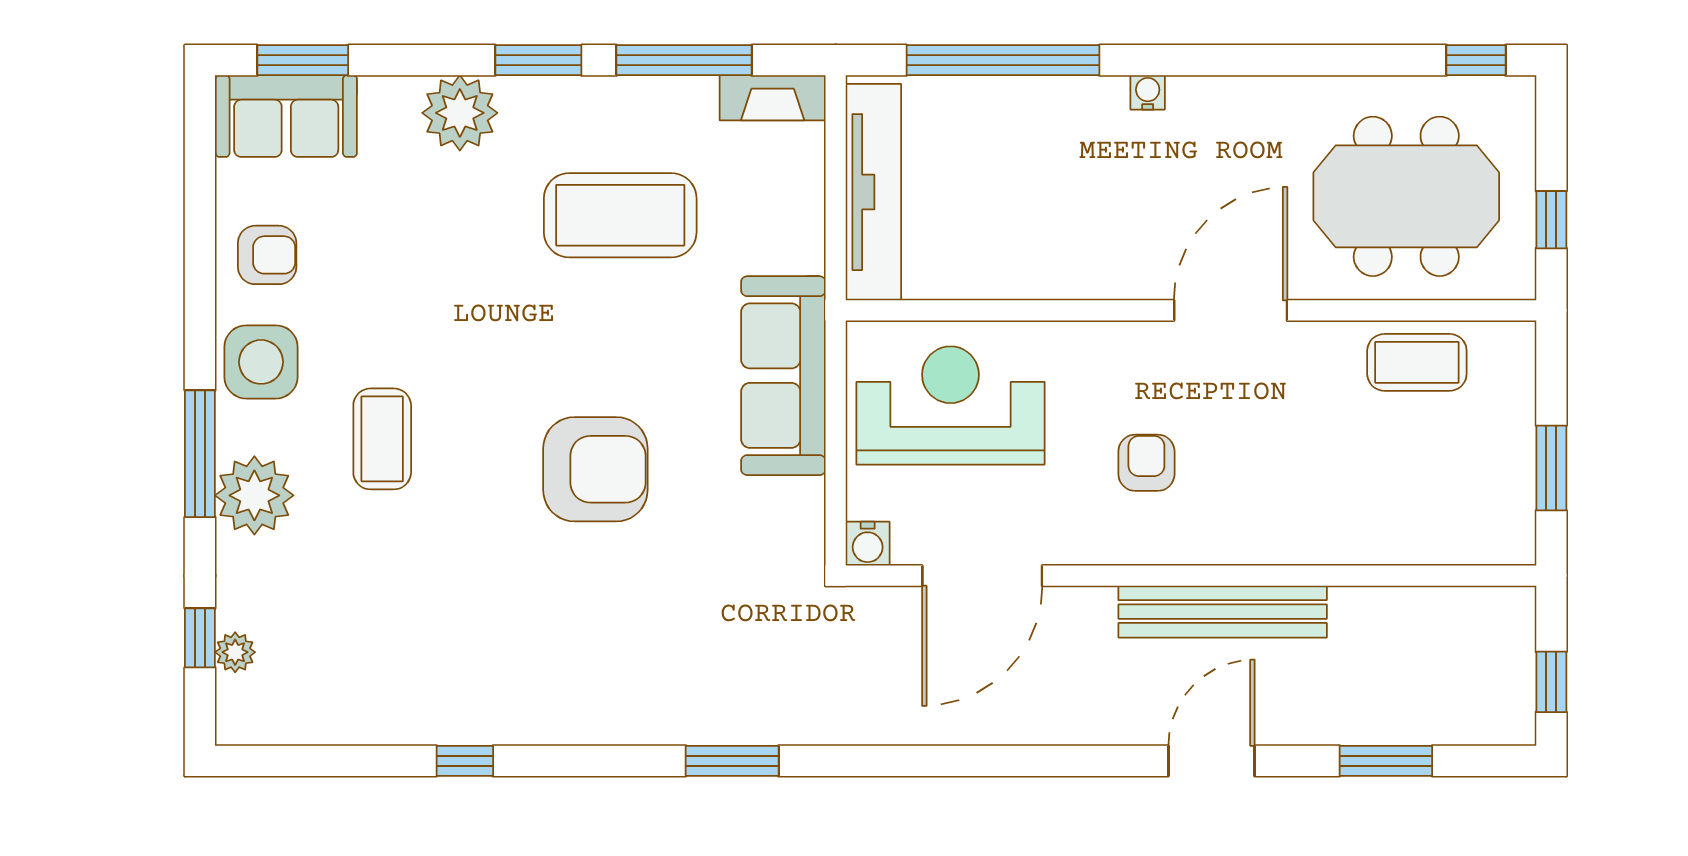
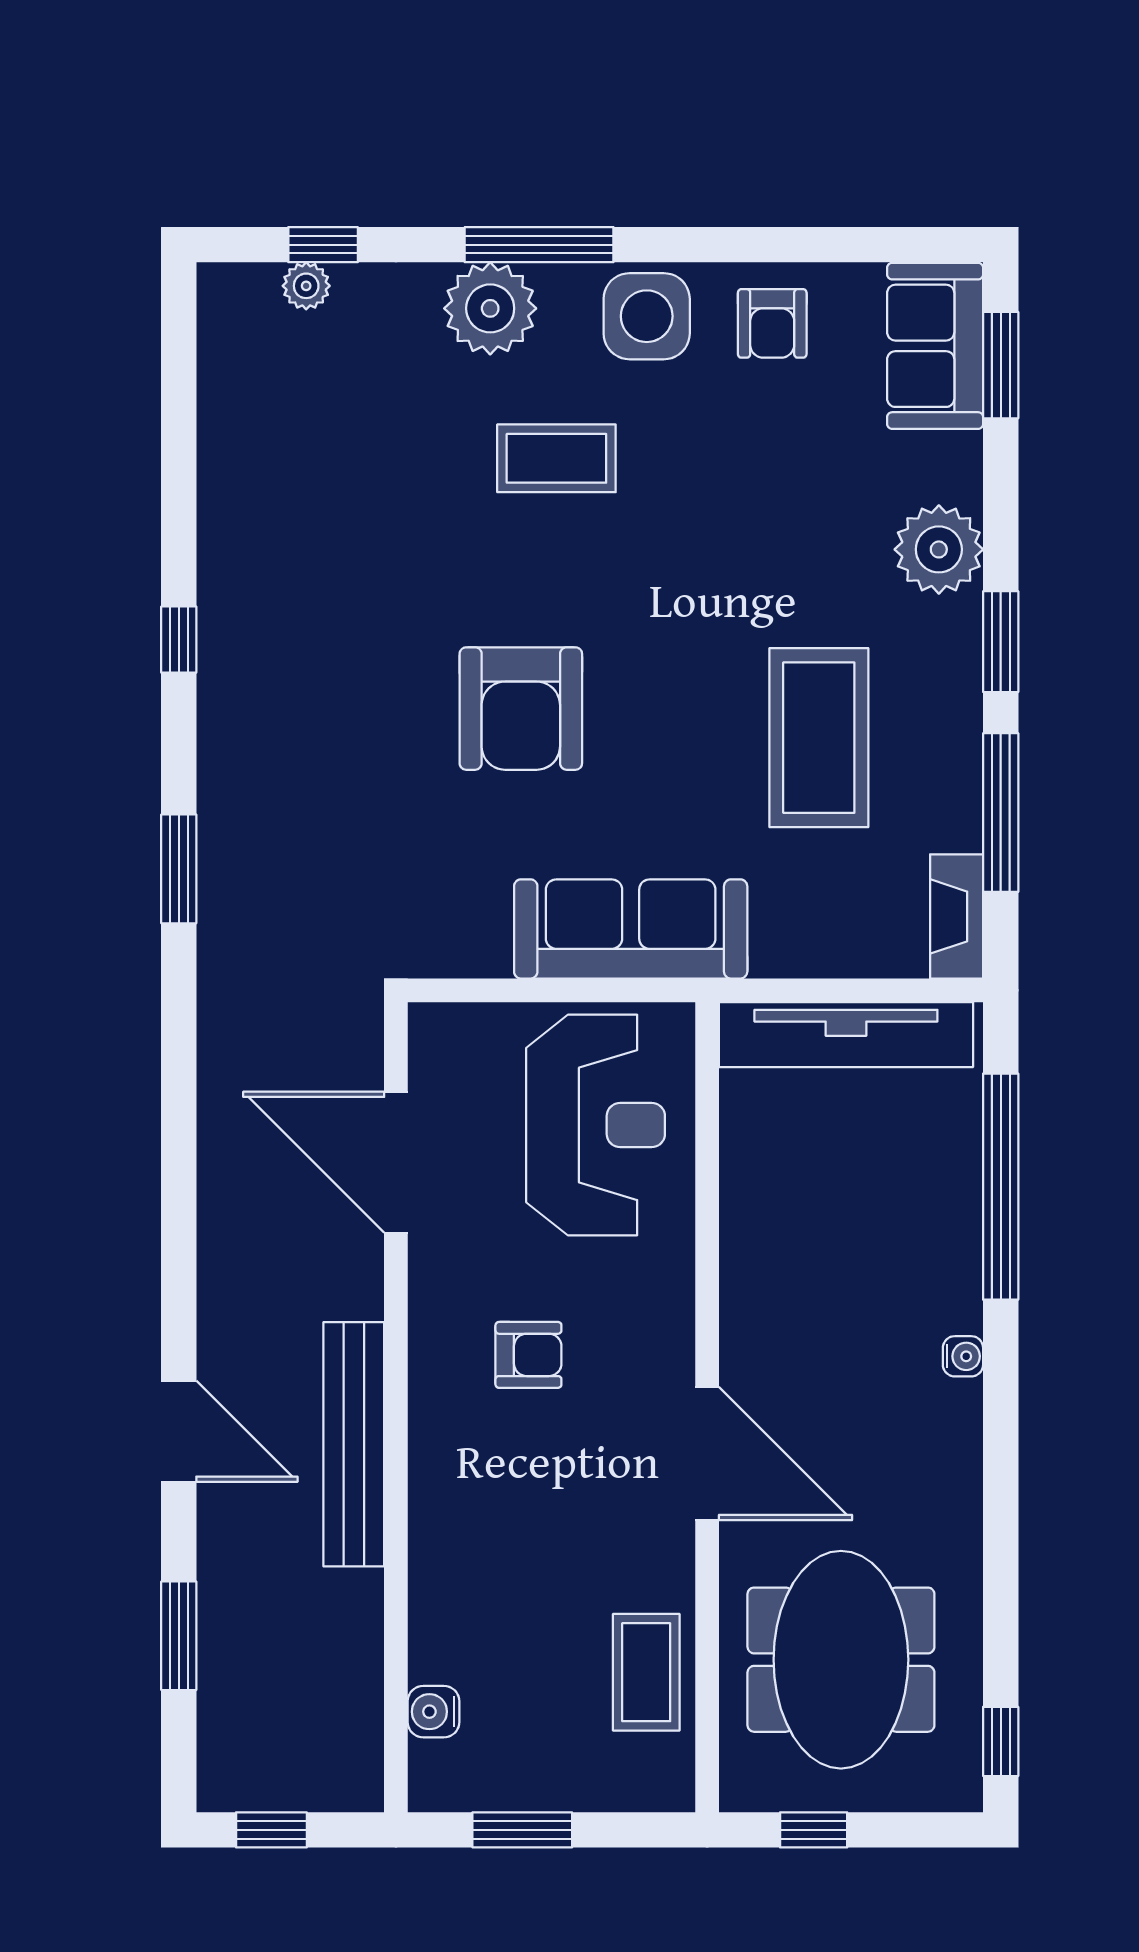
water cooler: (868, 544) -> (434, 1712), moved
window: (465, 761) -> (179, 640), moved

